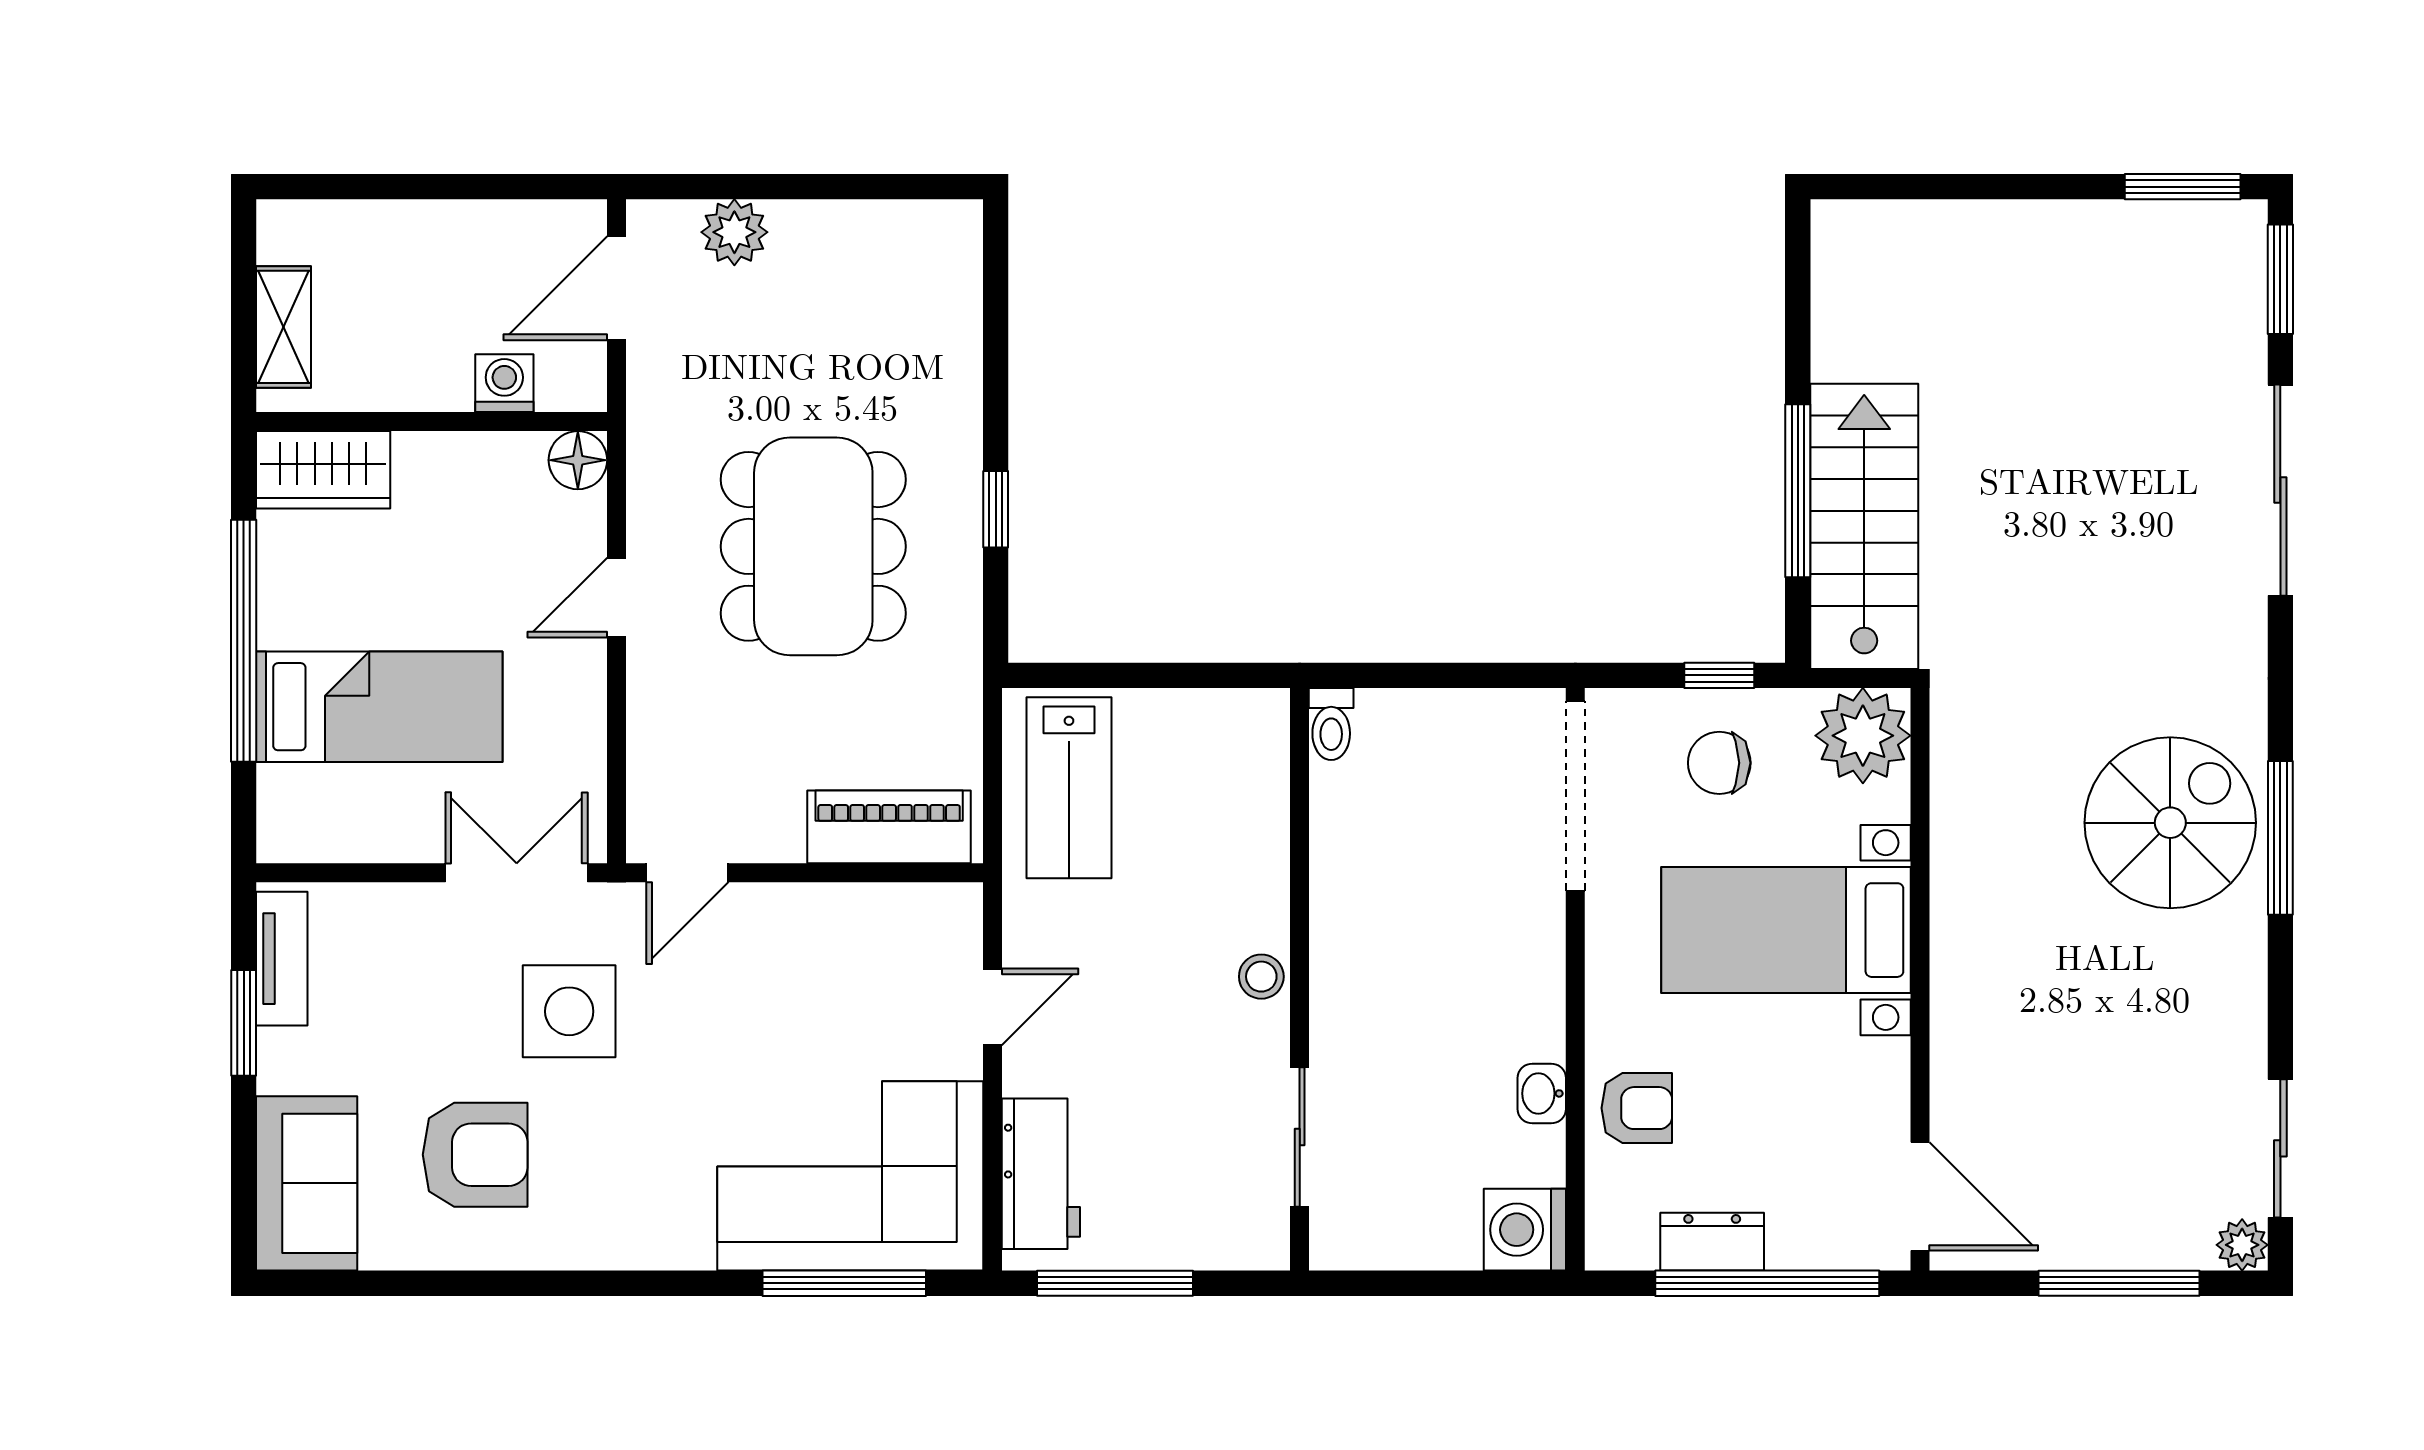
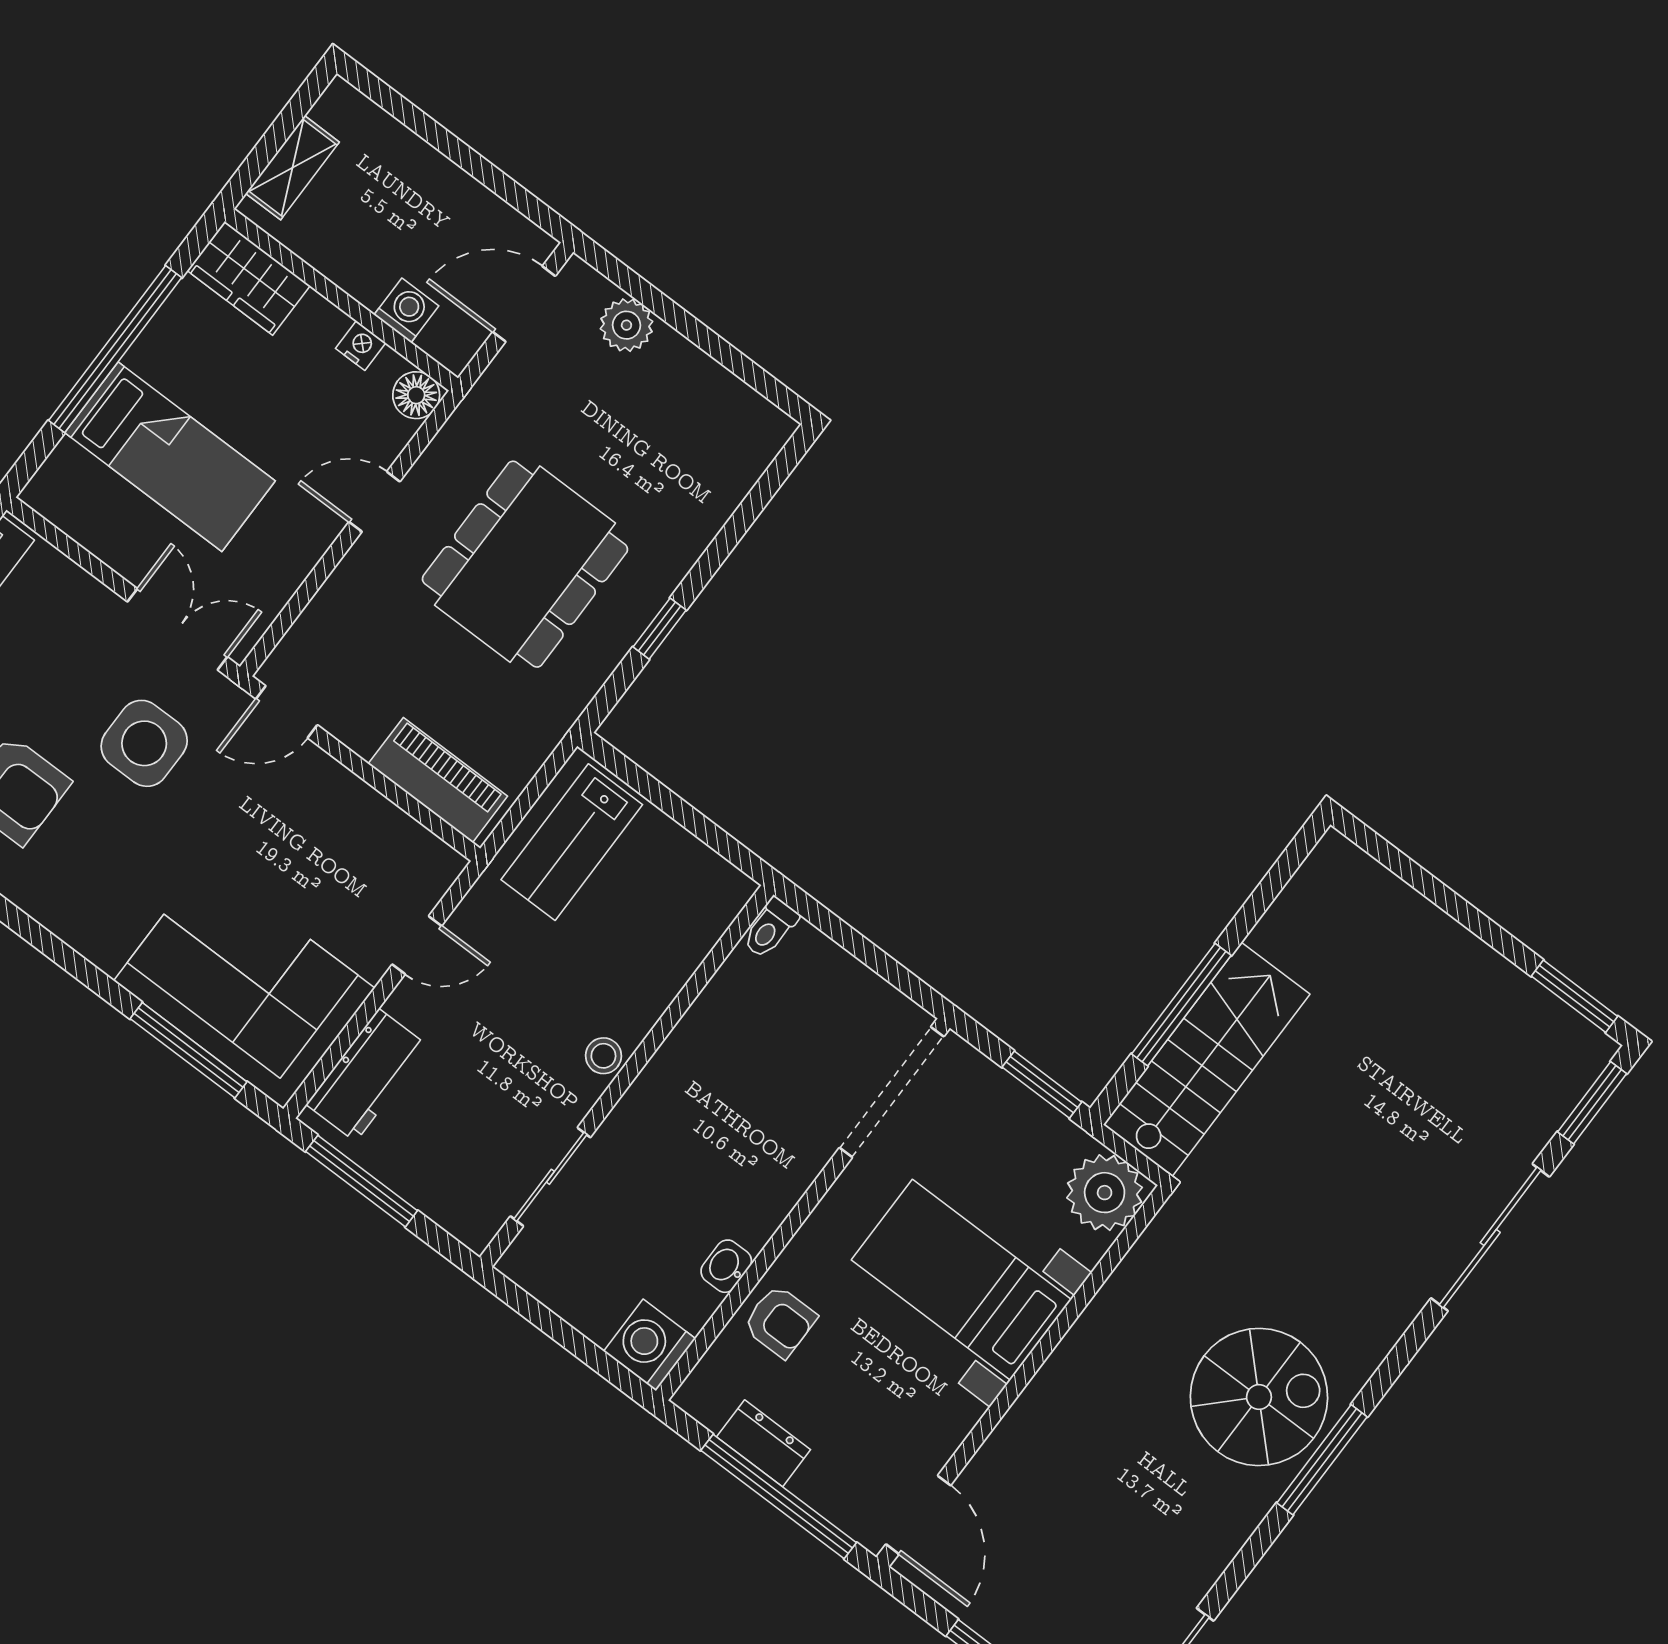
nightstand: (485, 453) -> (361, 346), added
window: (1719, 675) -> (1042, 1085), width x1.50
chair: (1719, 763) -> (1000, 1141), removed

